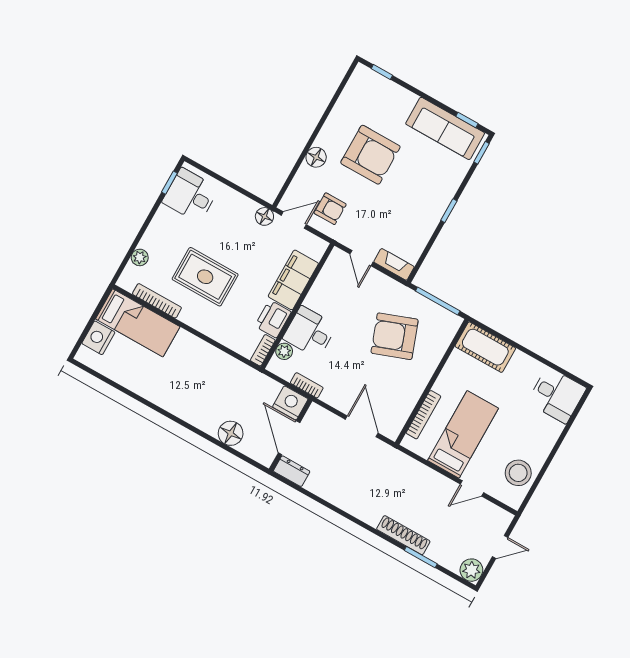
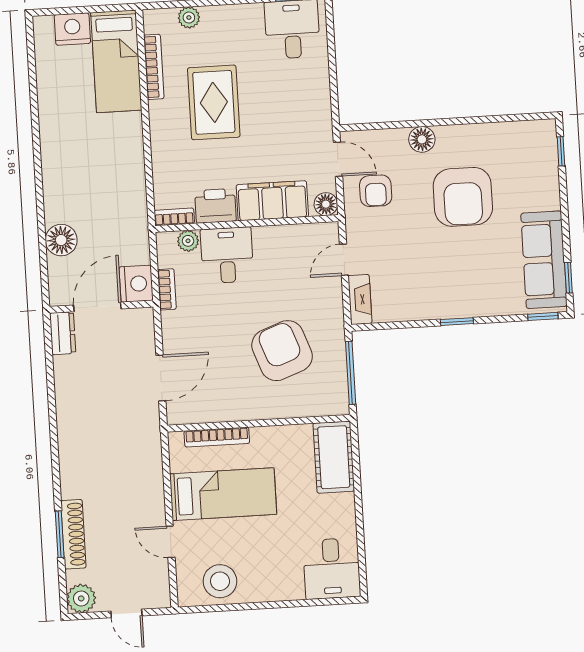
floor lamp: (264, 216) -> (326, 204), moved
shoe rack: (403, 535) -> (73, 534), moved

